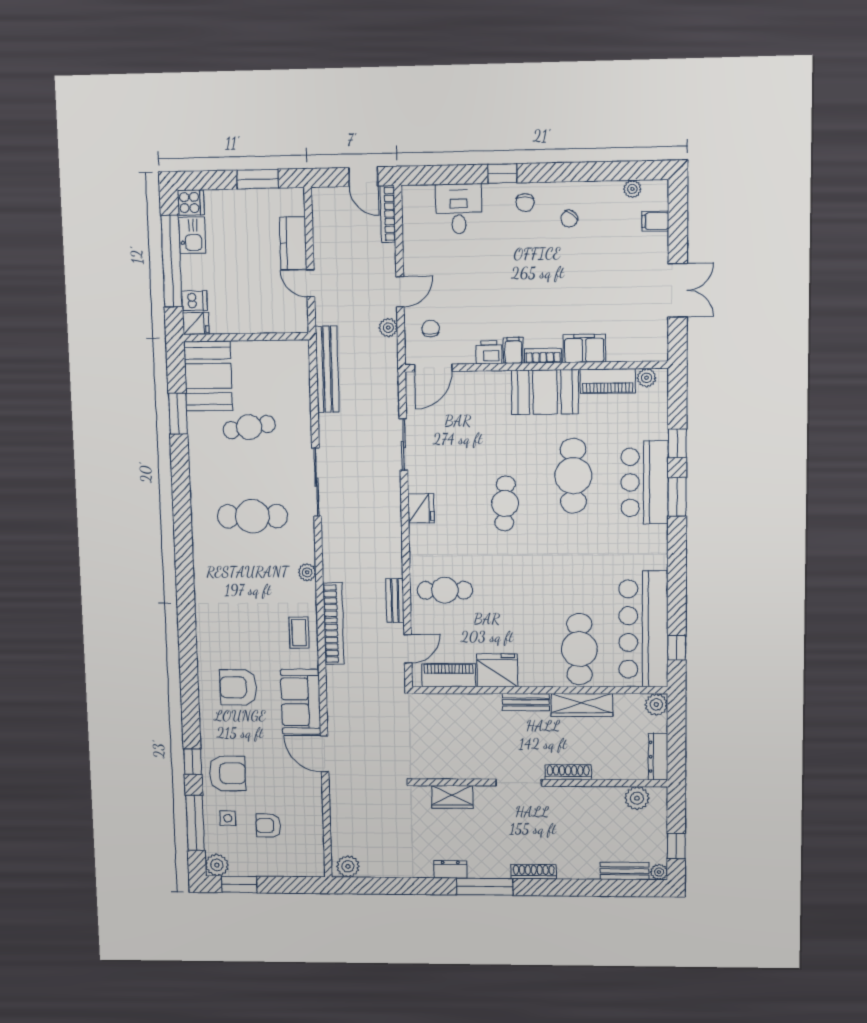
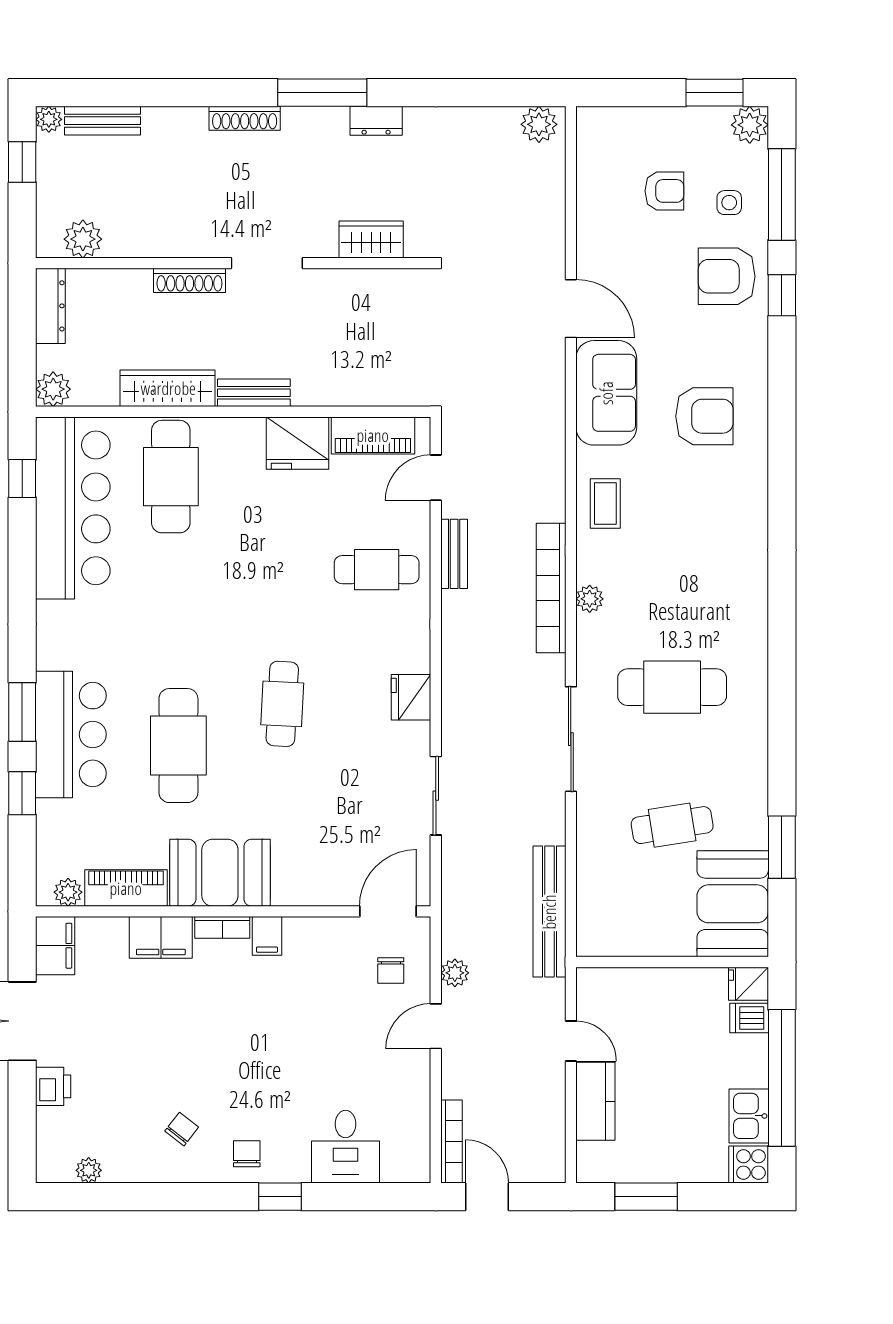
filing cabinet: (655, 221) -> (55, 946), moved, width x2.00
printer: (489, 352) -> (53, 1086), moved, turned -90
bookcase: (333, 624) -> (551, 588), moved

